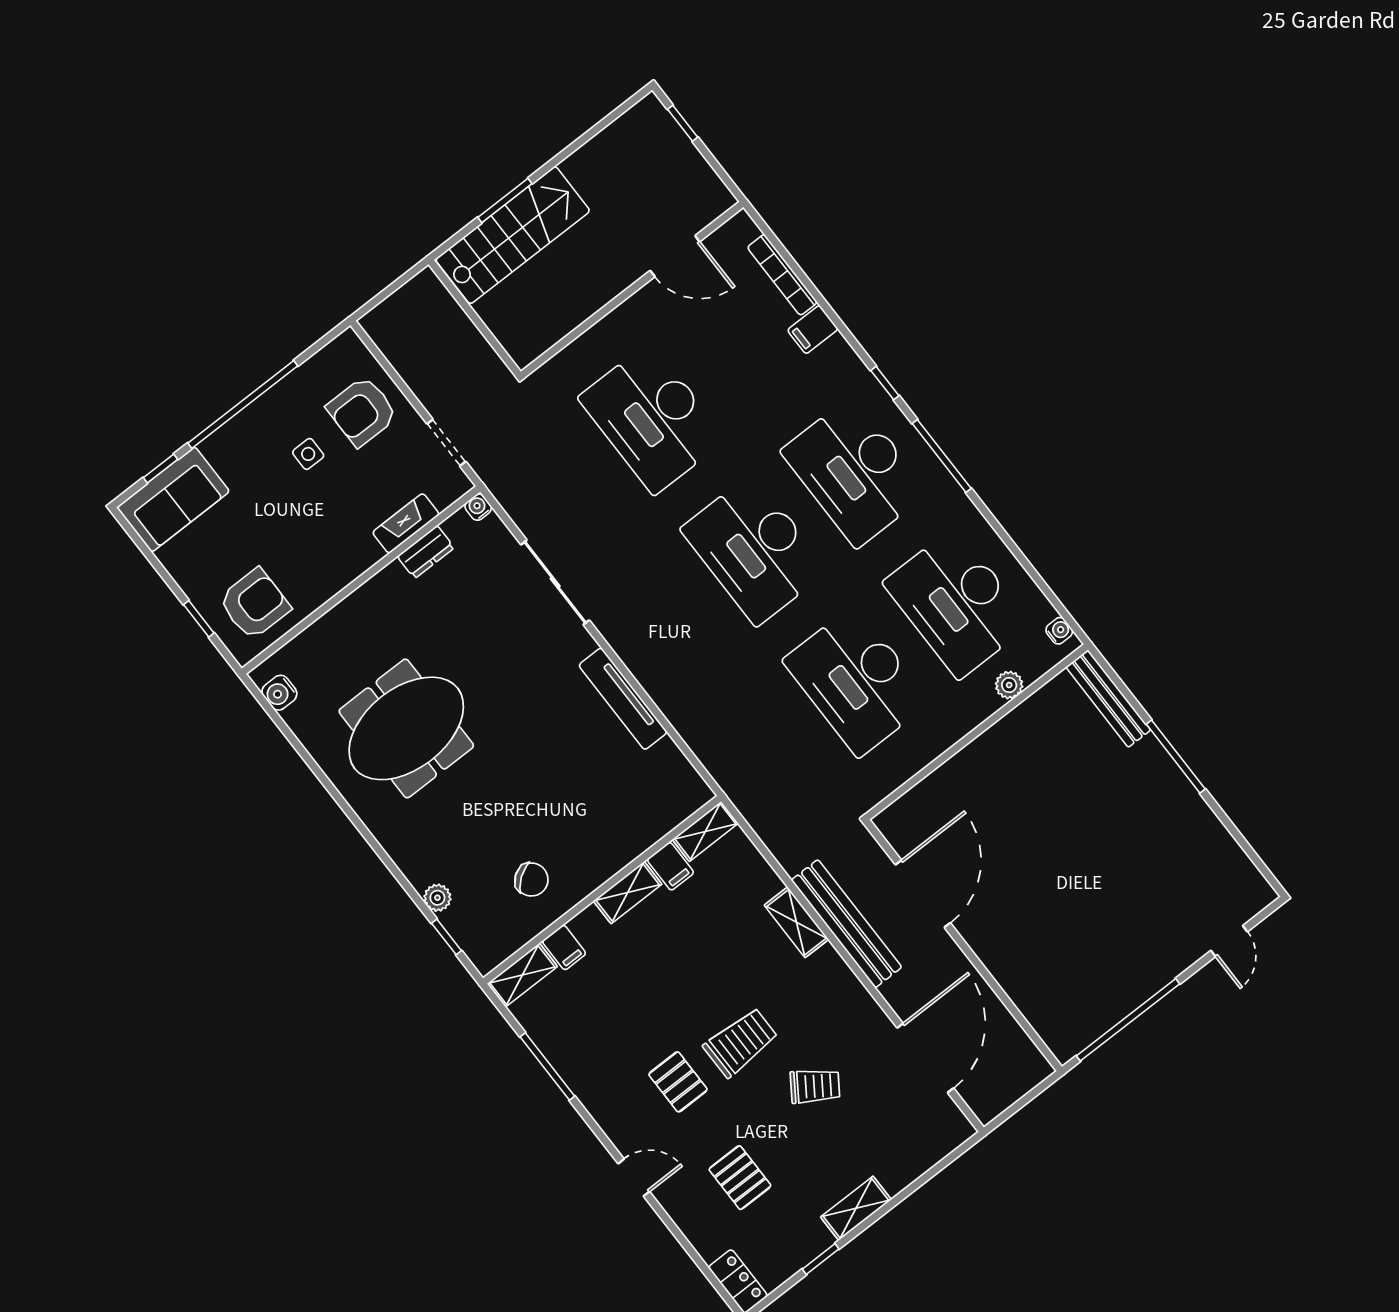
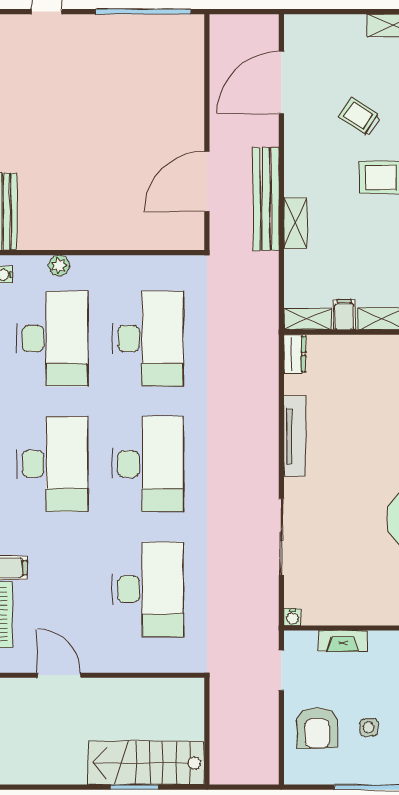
armchair: (362, 411) -> (317, 728), turned 90
dresser: (426, 552) -> (295, 354), moved, turned 90

